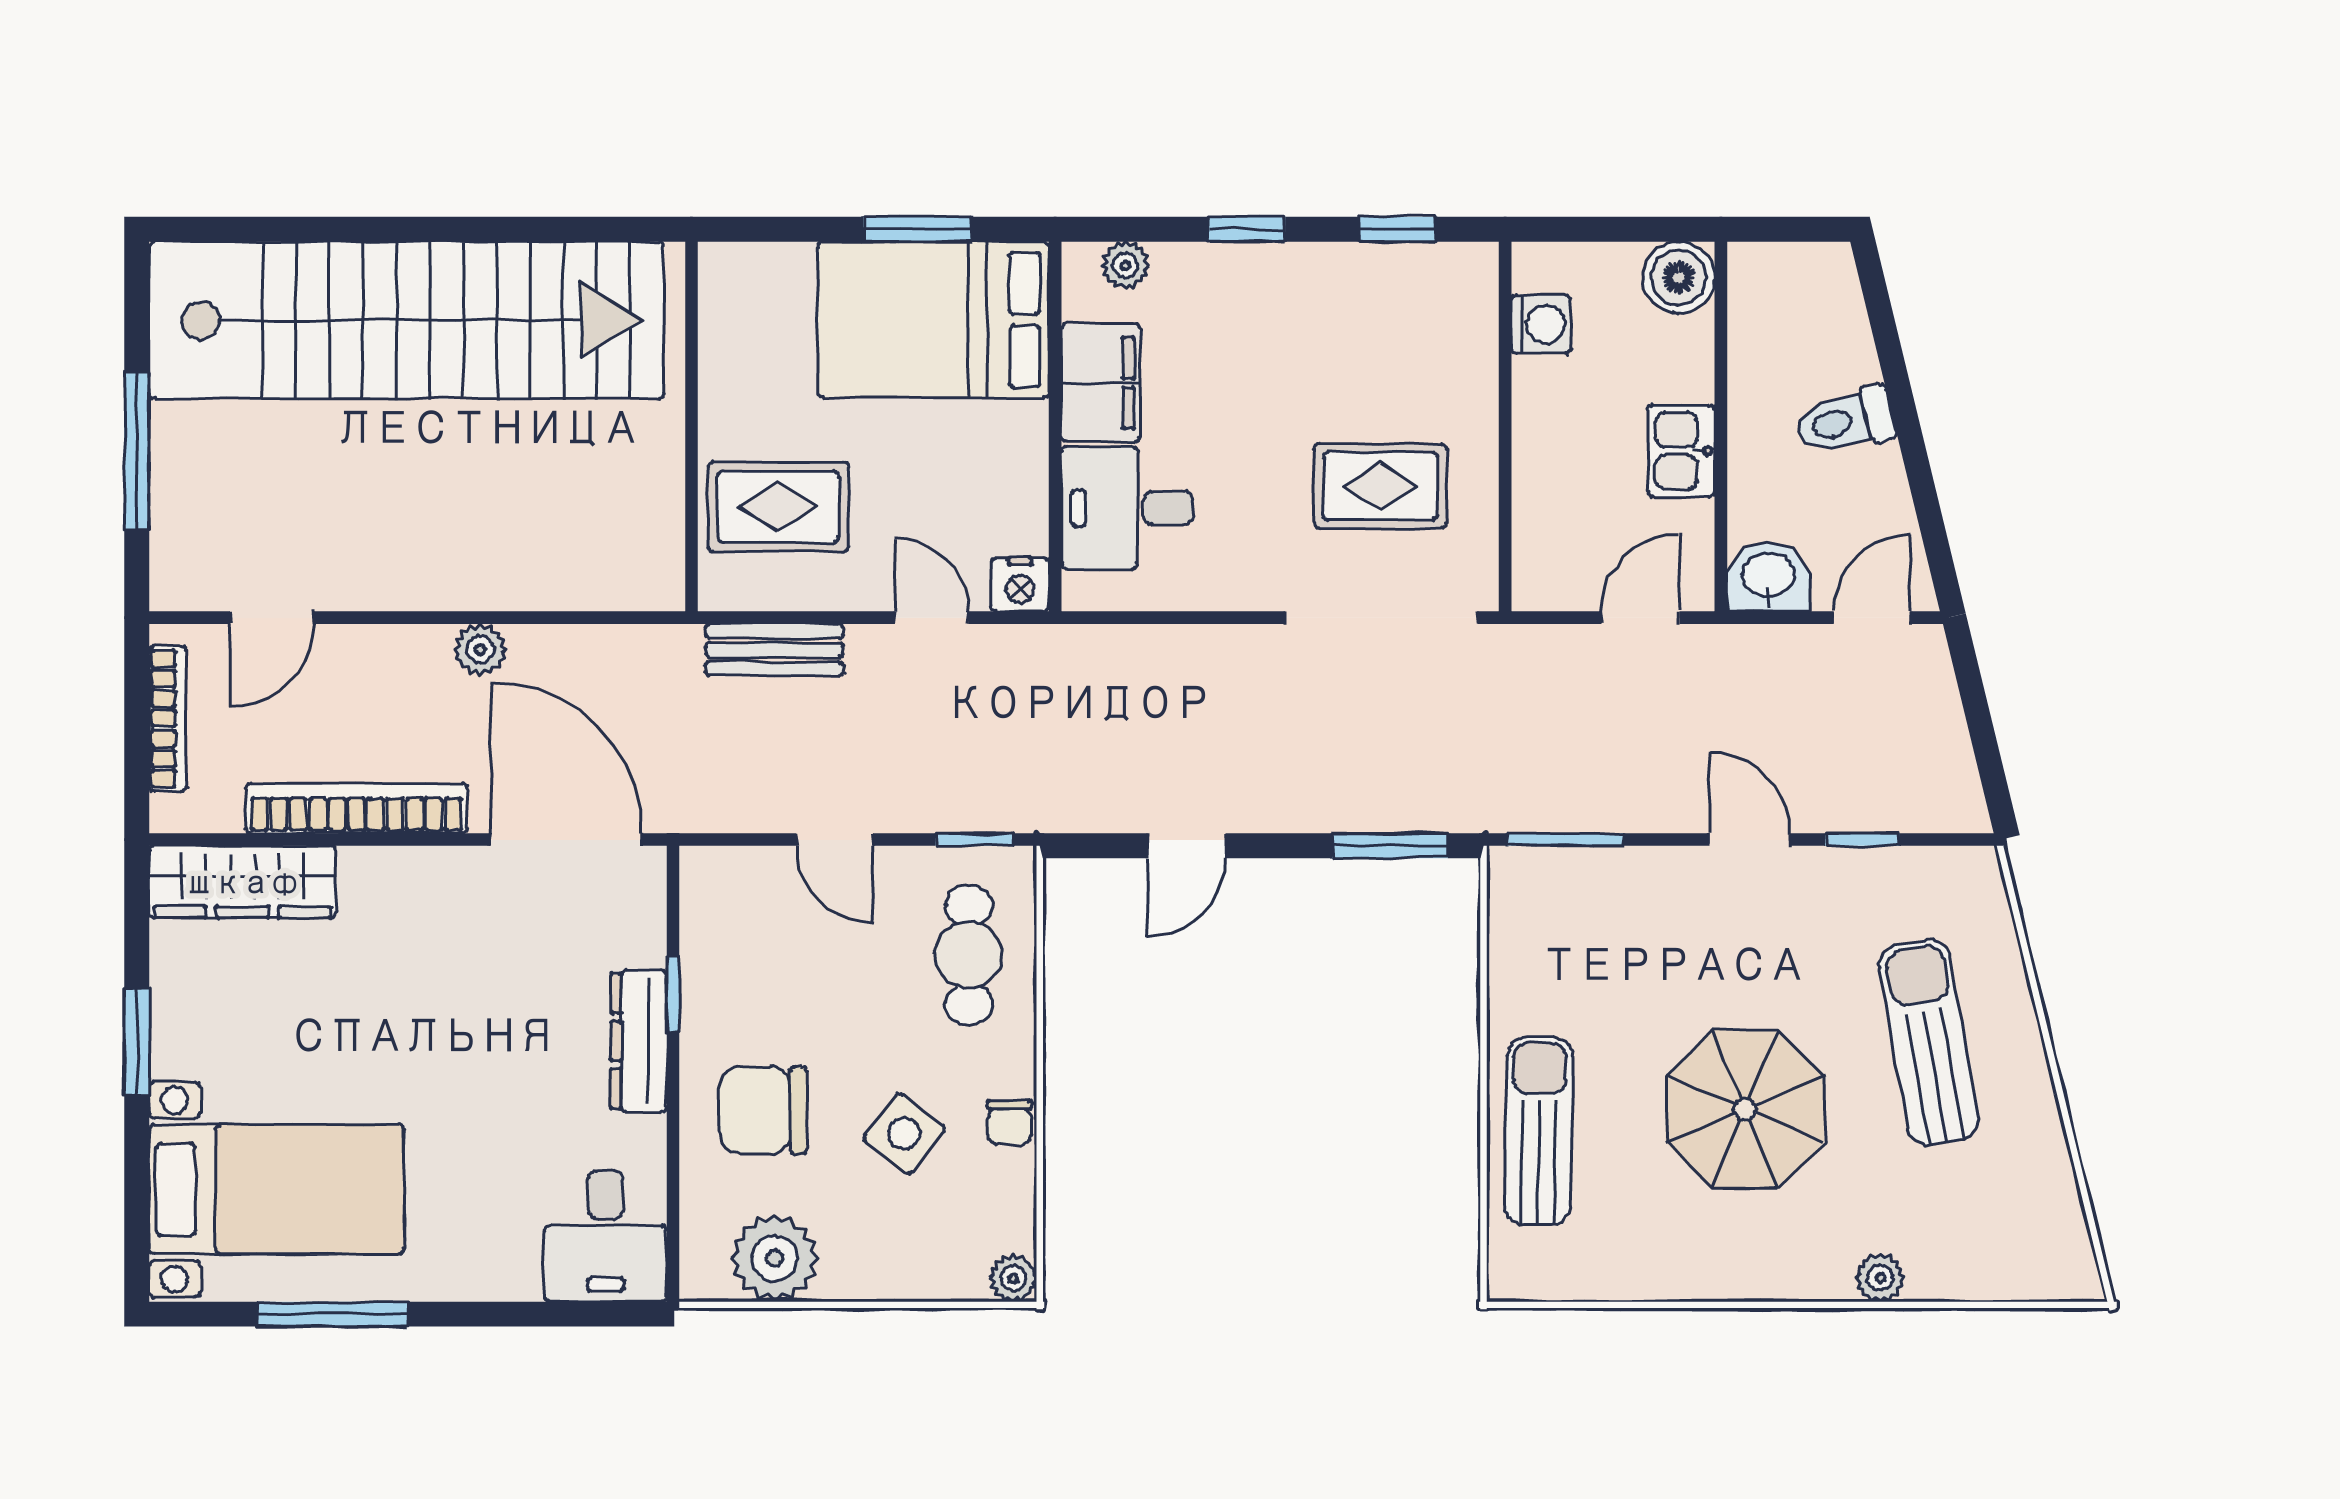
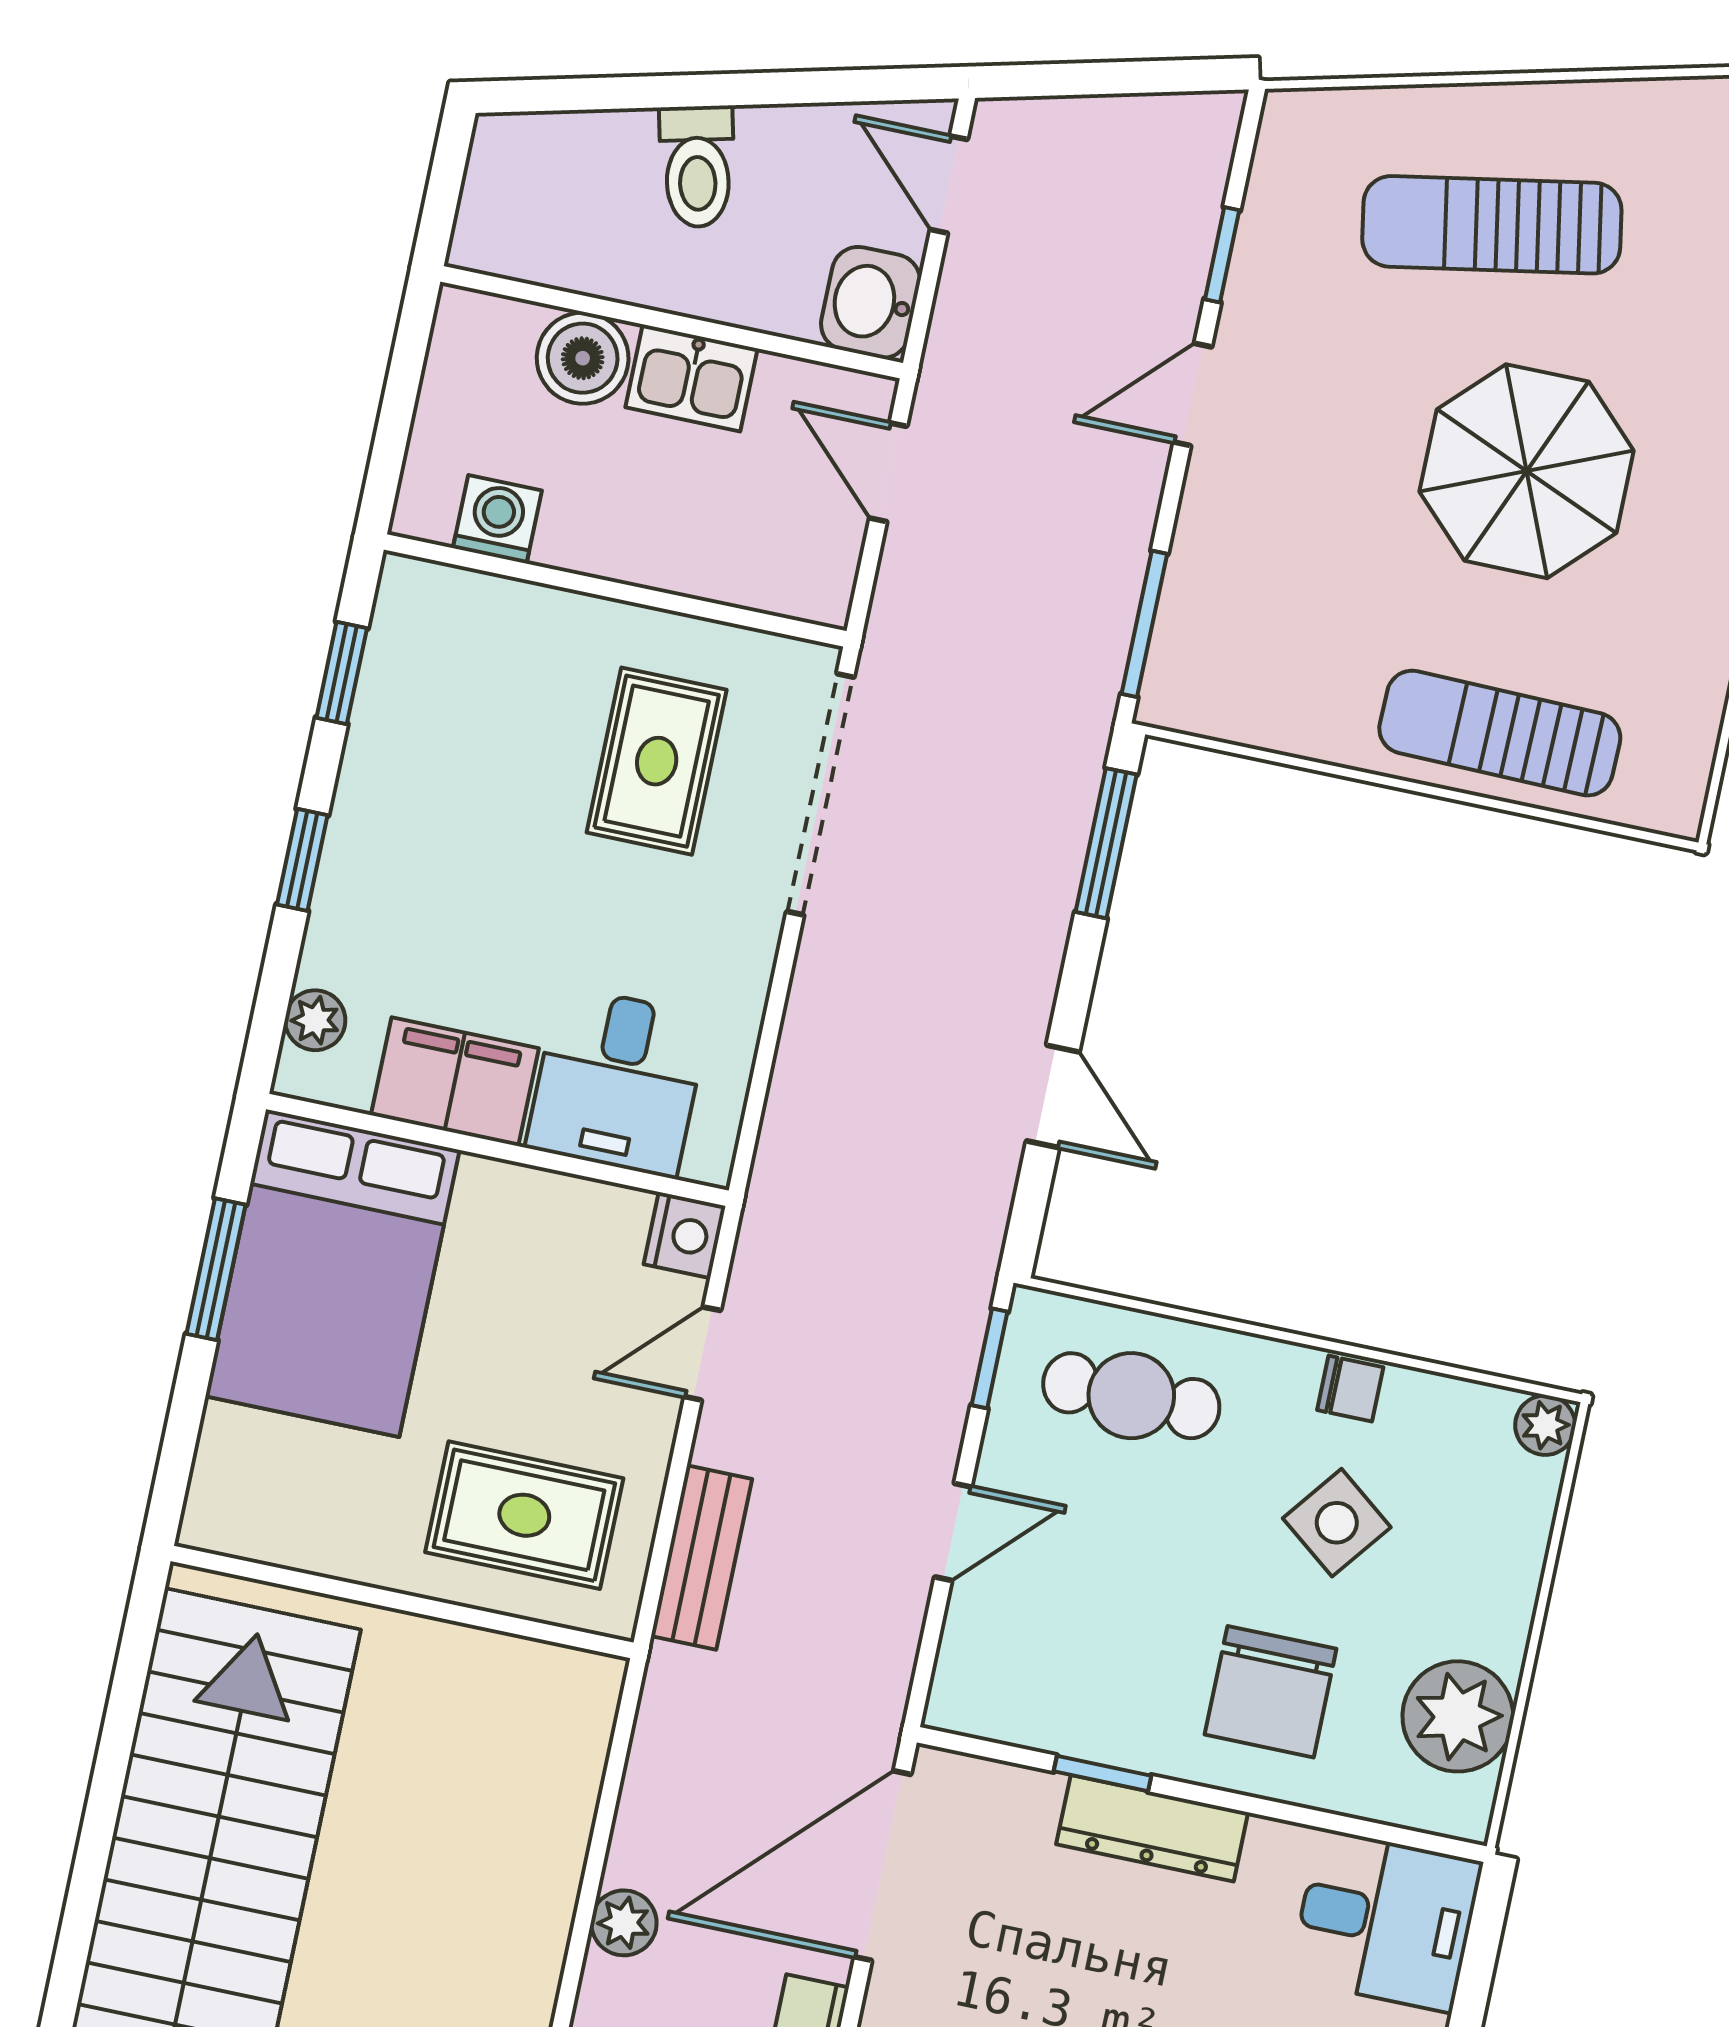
boiler: (1679, 278) -> (583, 358), moved
rug: (778, 507) -> (524, 1515), turned 90

